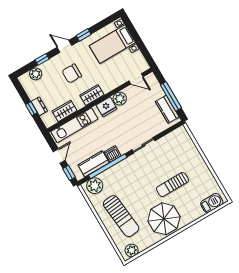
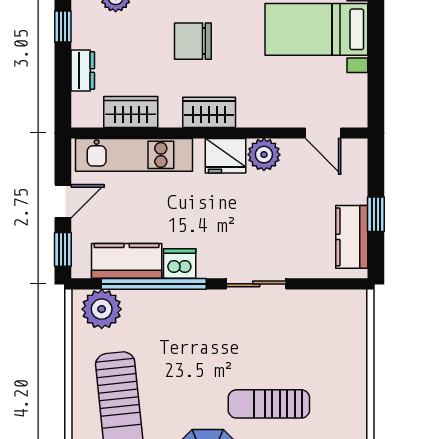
window: (171, 96) -> (376, 214), width x0.46
window: (31, 109) -> (63, 26), moved

